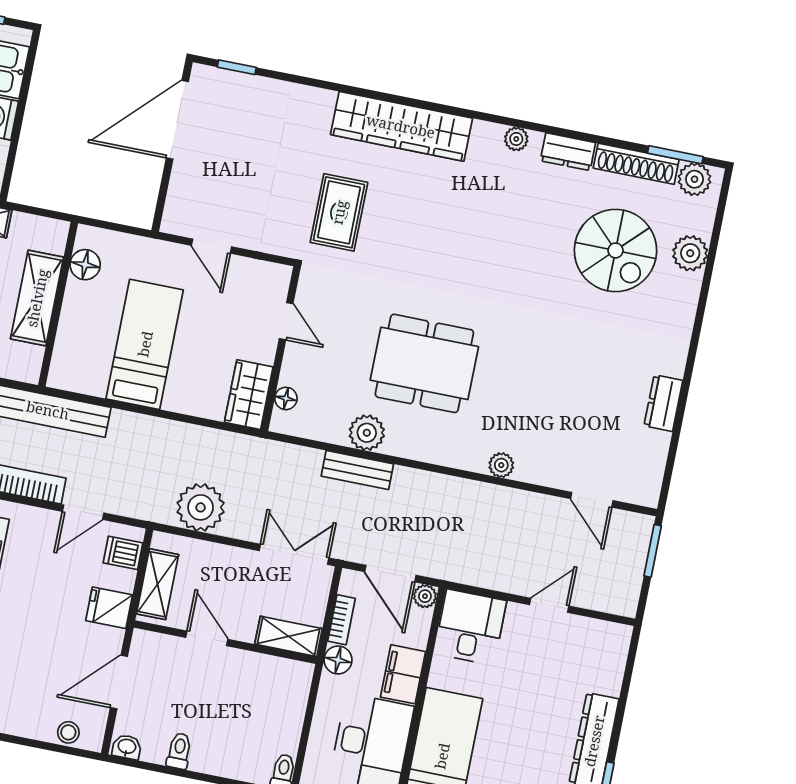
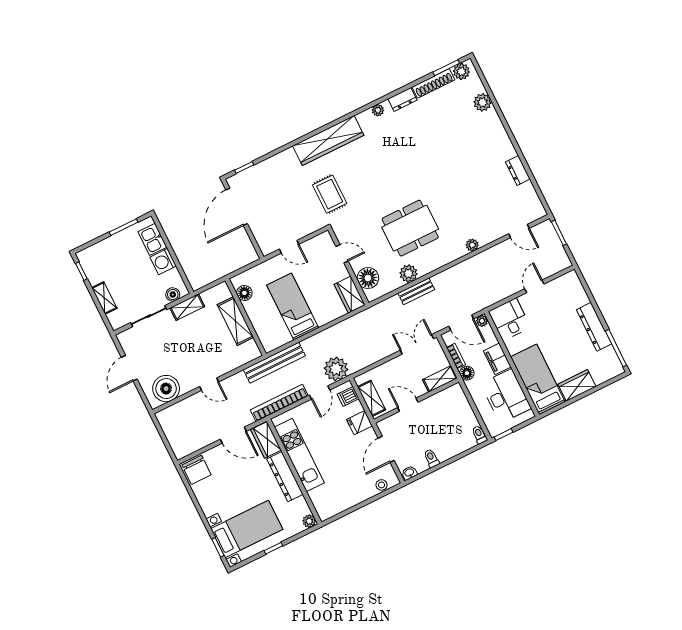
spiral stairs: (615, 250) -> (452, 124), removed
floor lamp: (286, 398) -> (368, 278), width x1.89, depth x1.89
plant: (201, 507) -> (336, 369), moved

